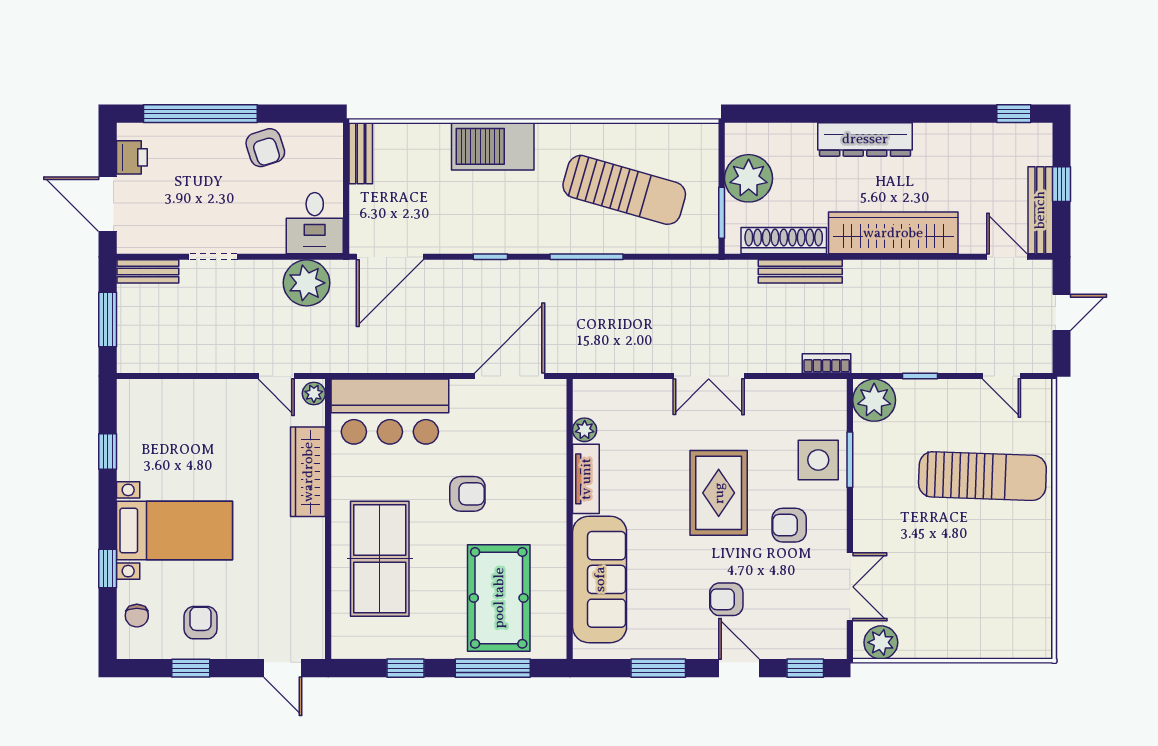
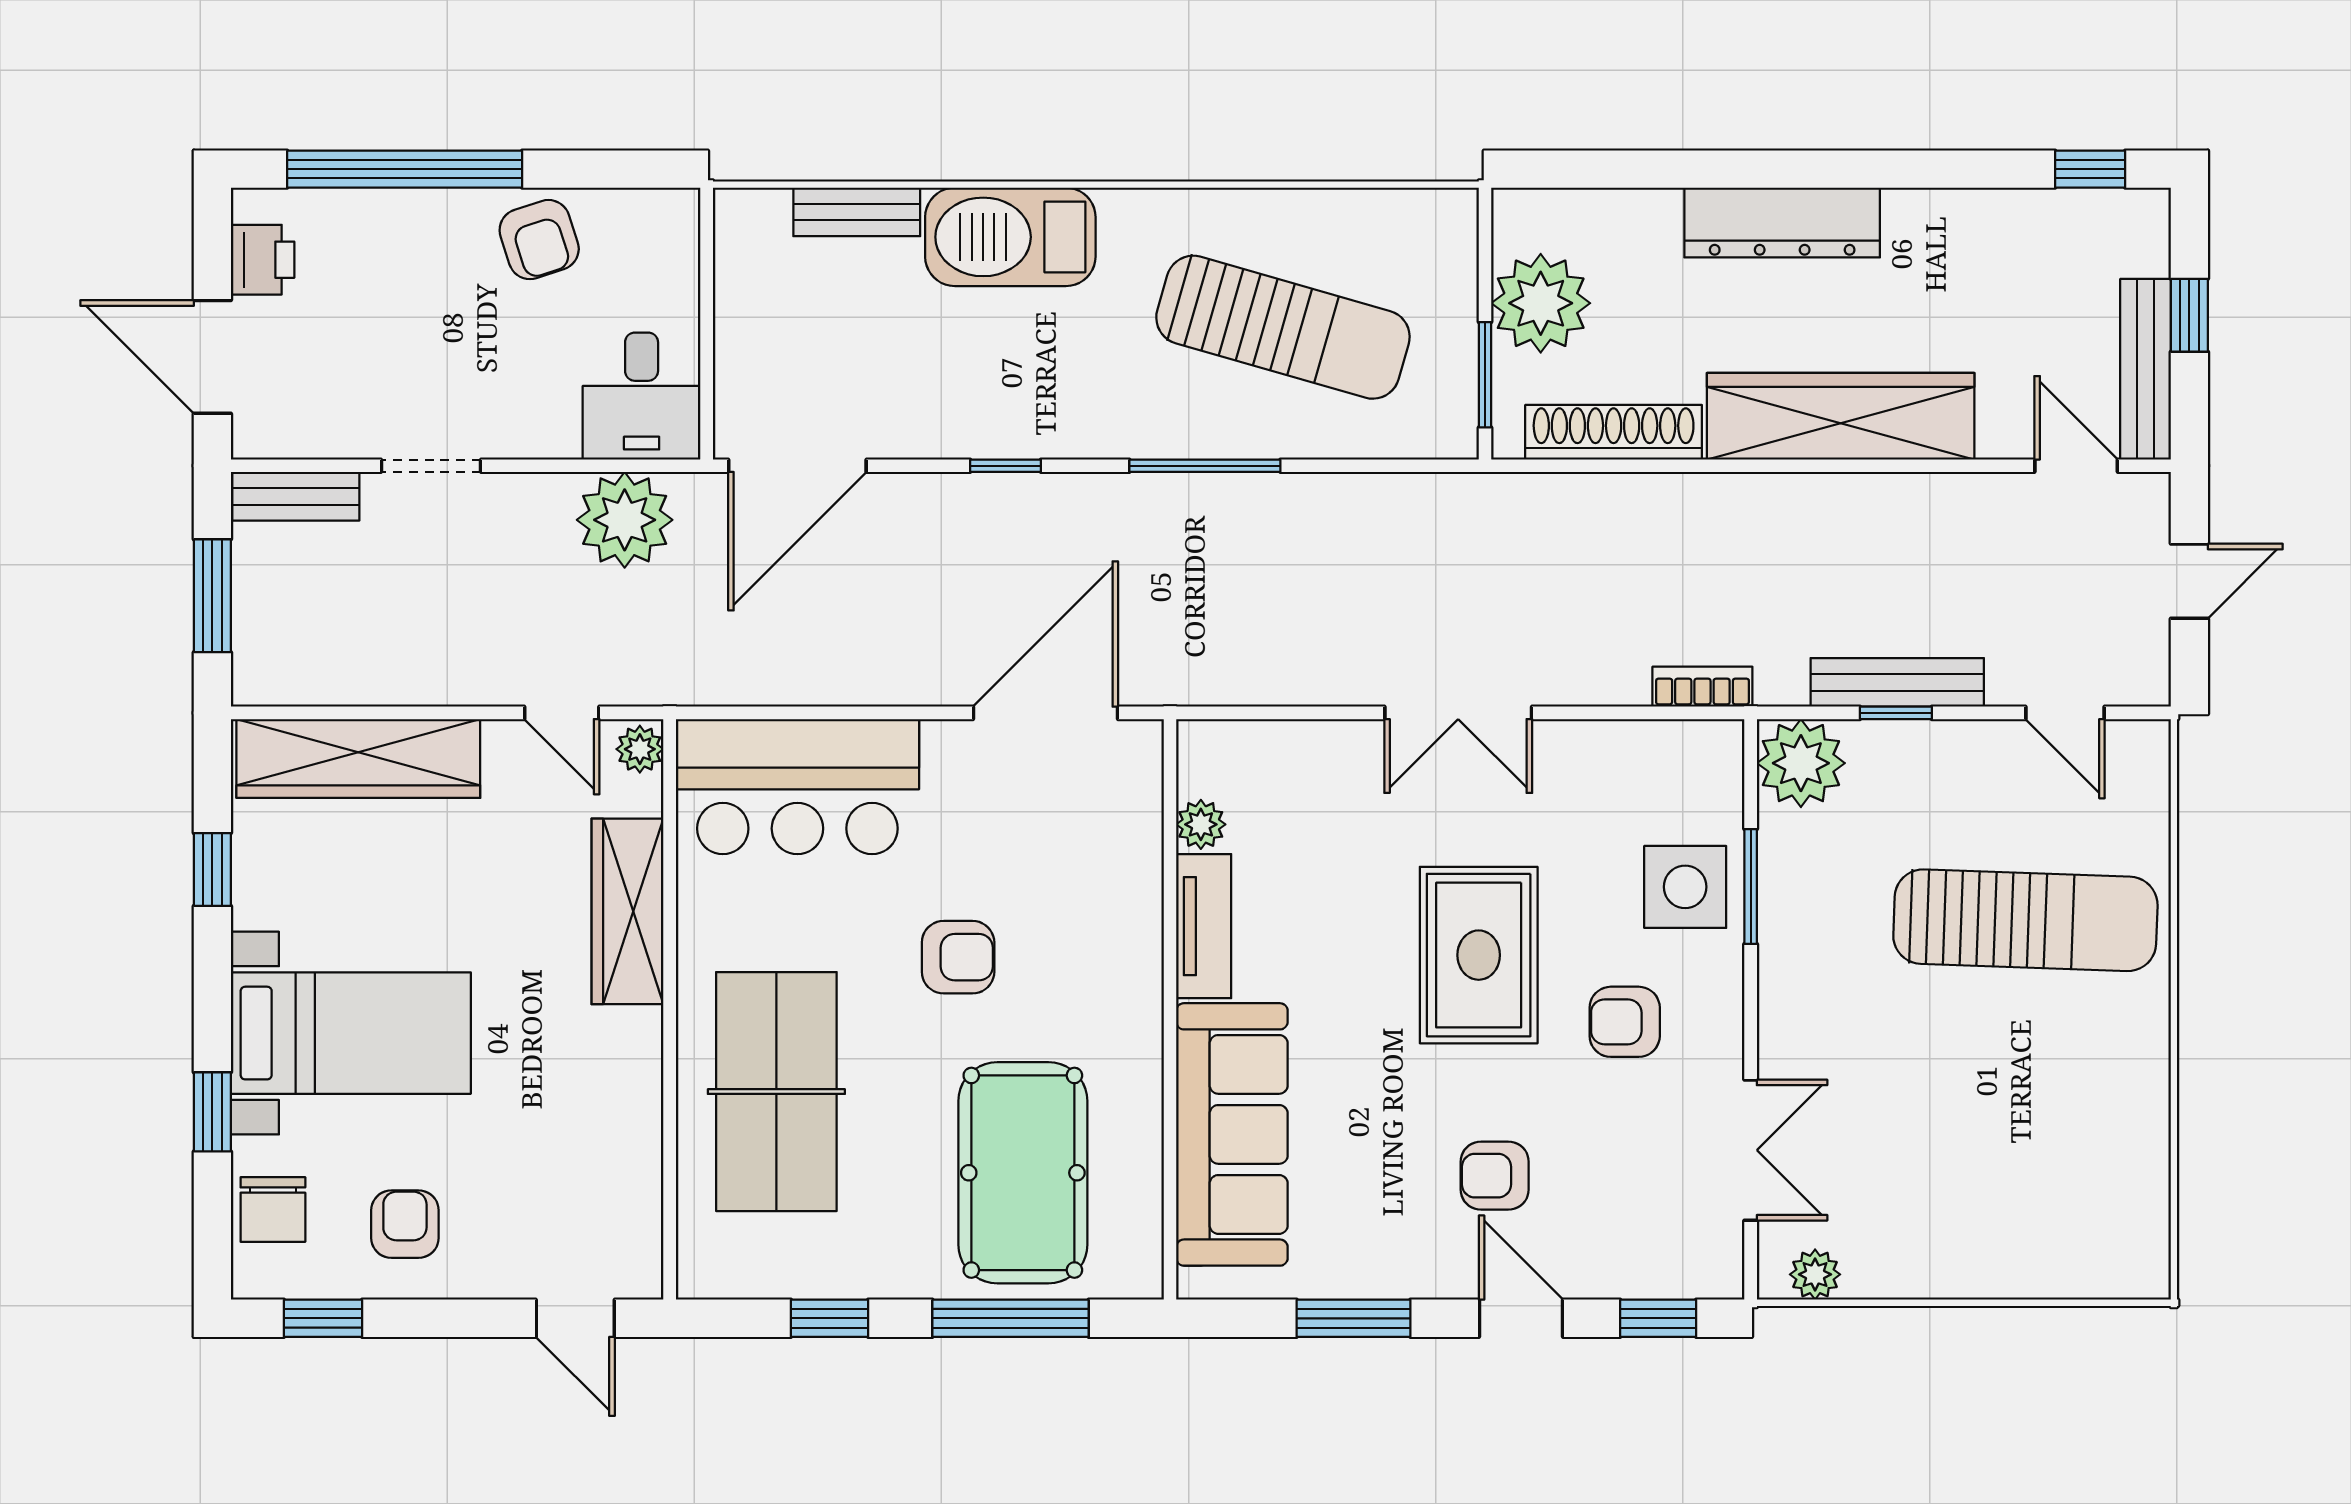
bench: (361, 153) -> (857, 212), moved, turned 90
bench: (800, 271) -> (1897, 682), moved
wardrobe: (178, 398) -> (358, 758), added
chair: (137, 616) -> (273, 1209), width x1.37, depth x1.37
plant: (881, 642) -> (1815, 1274), width x0.73, depth x0.73
window: (191, 668) -> (323, 1318), moved

